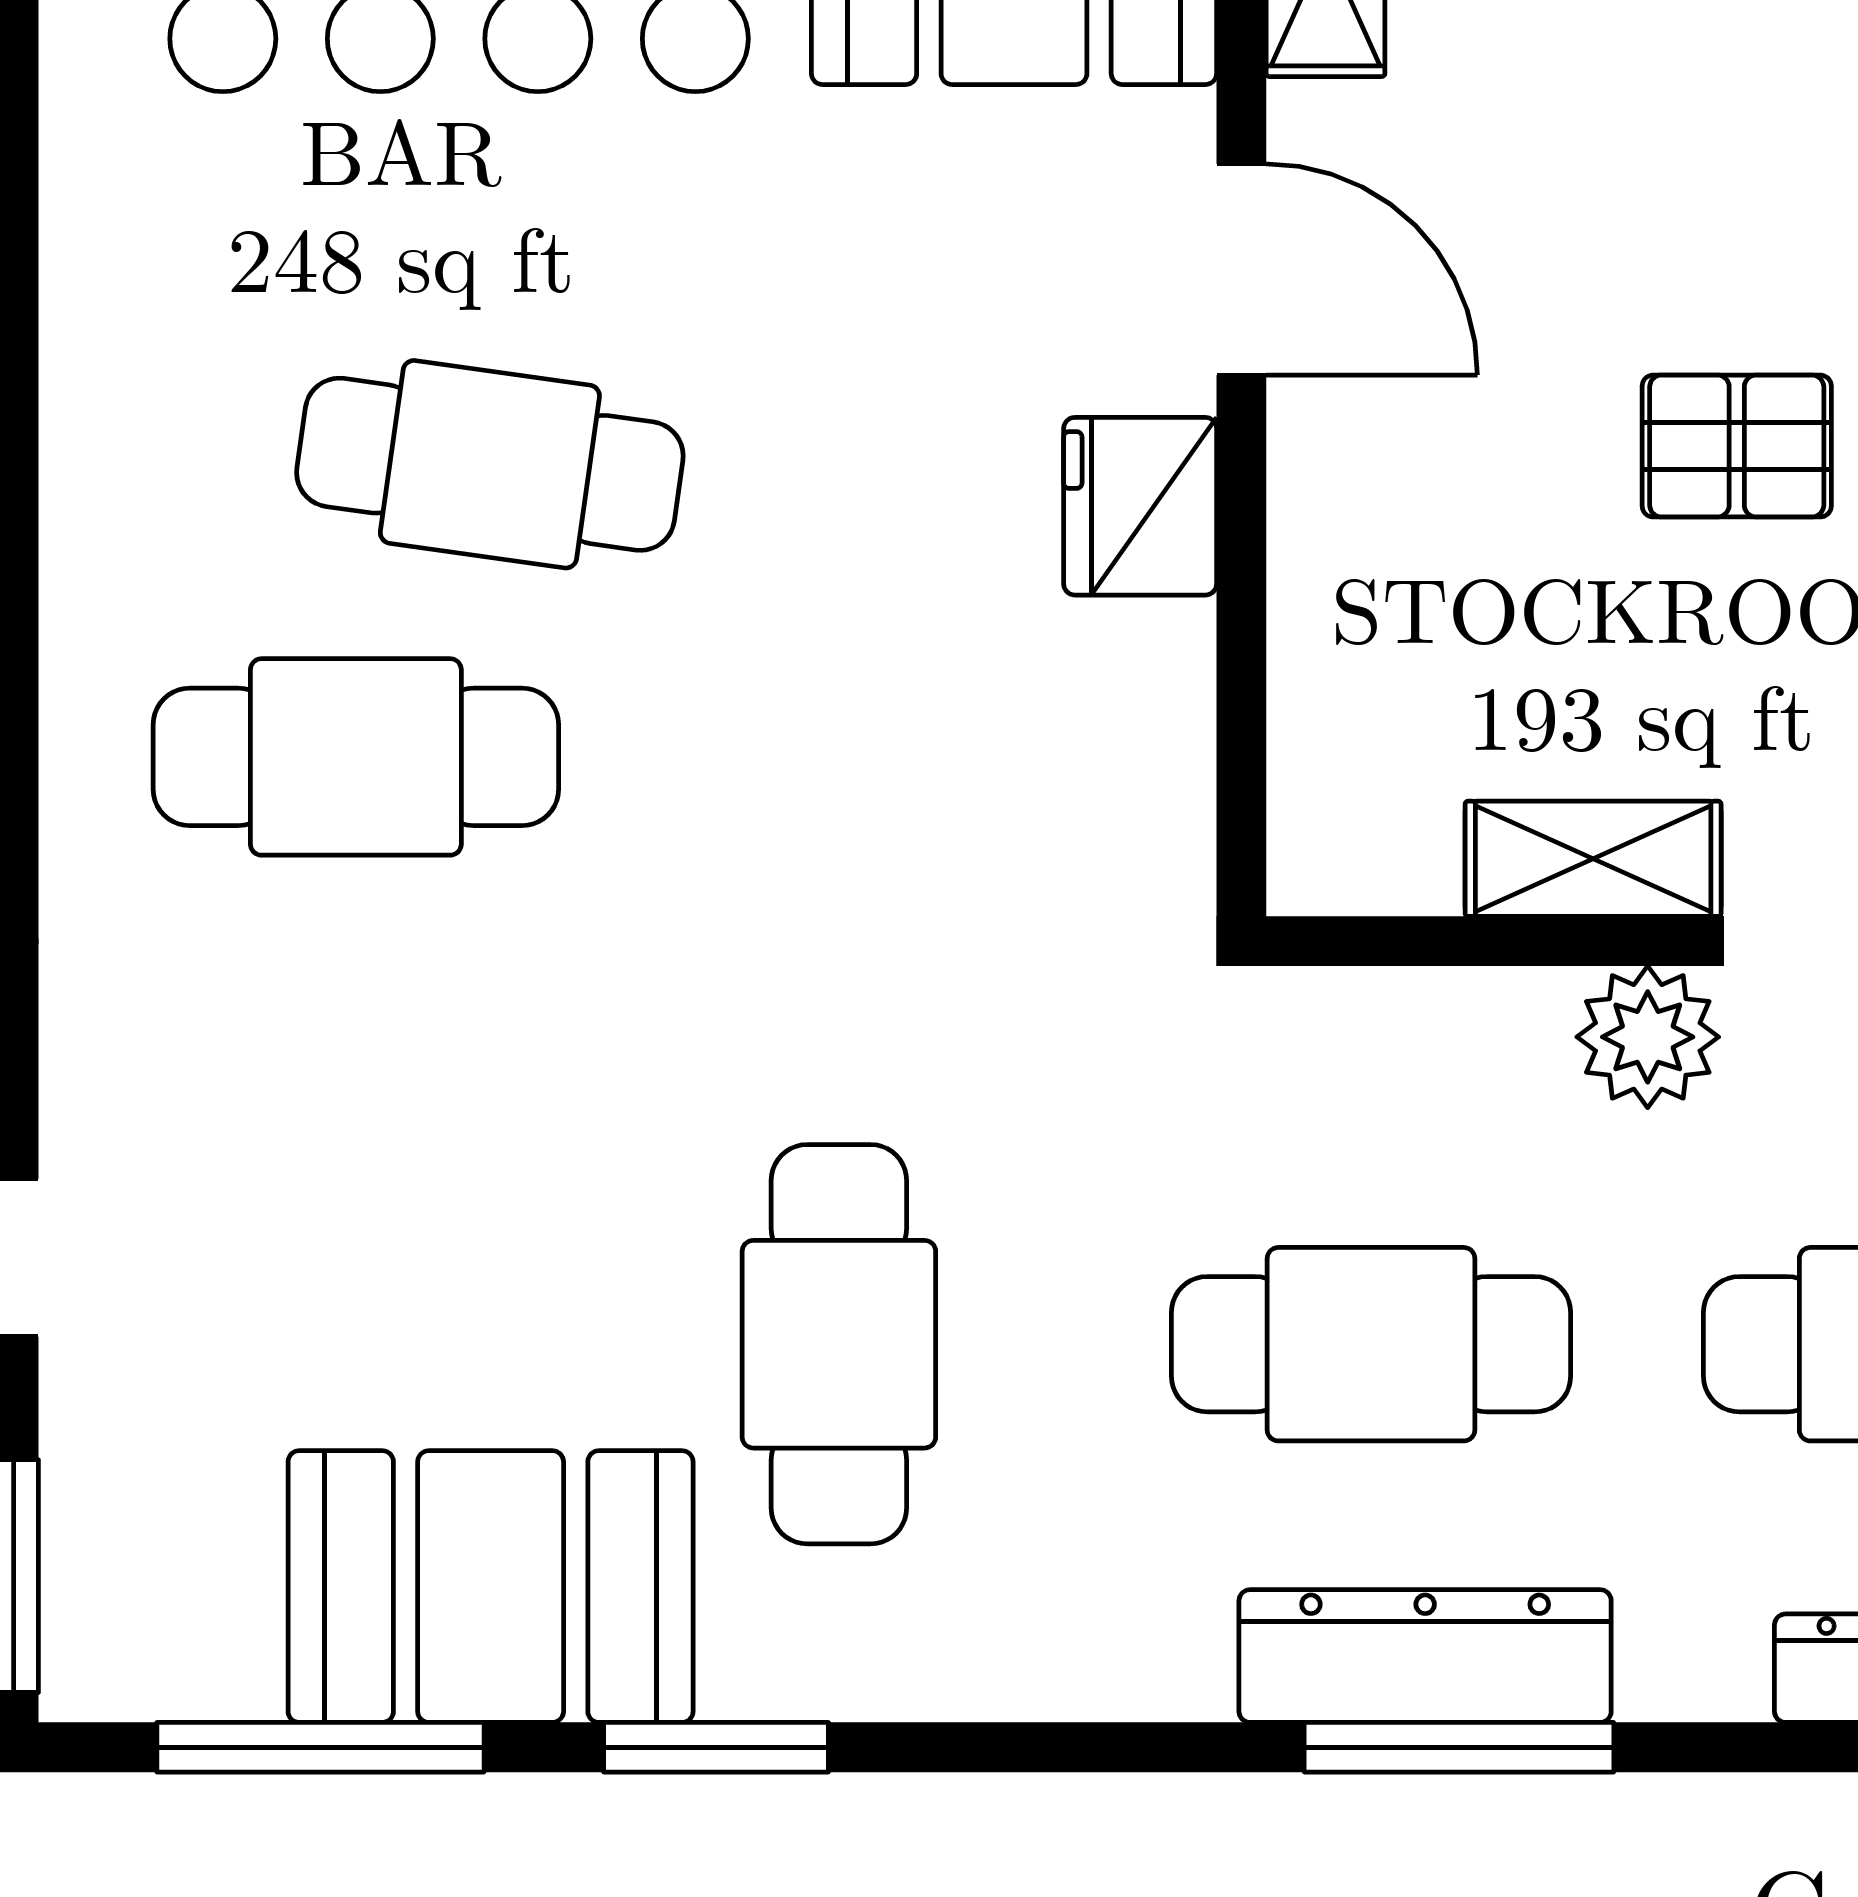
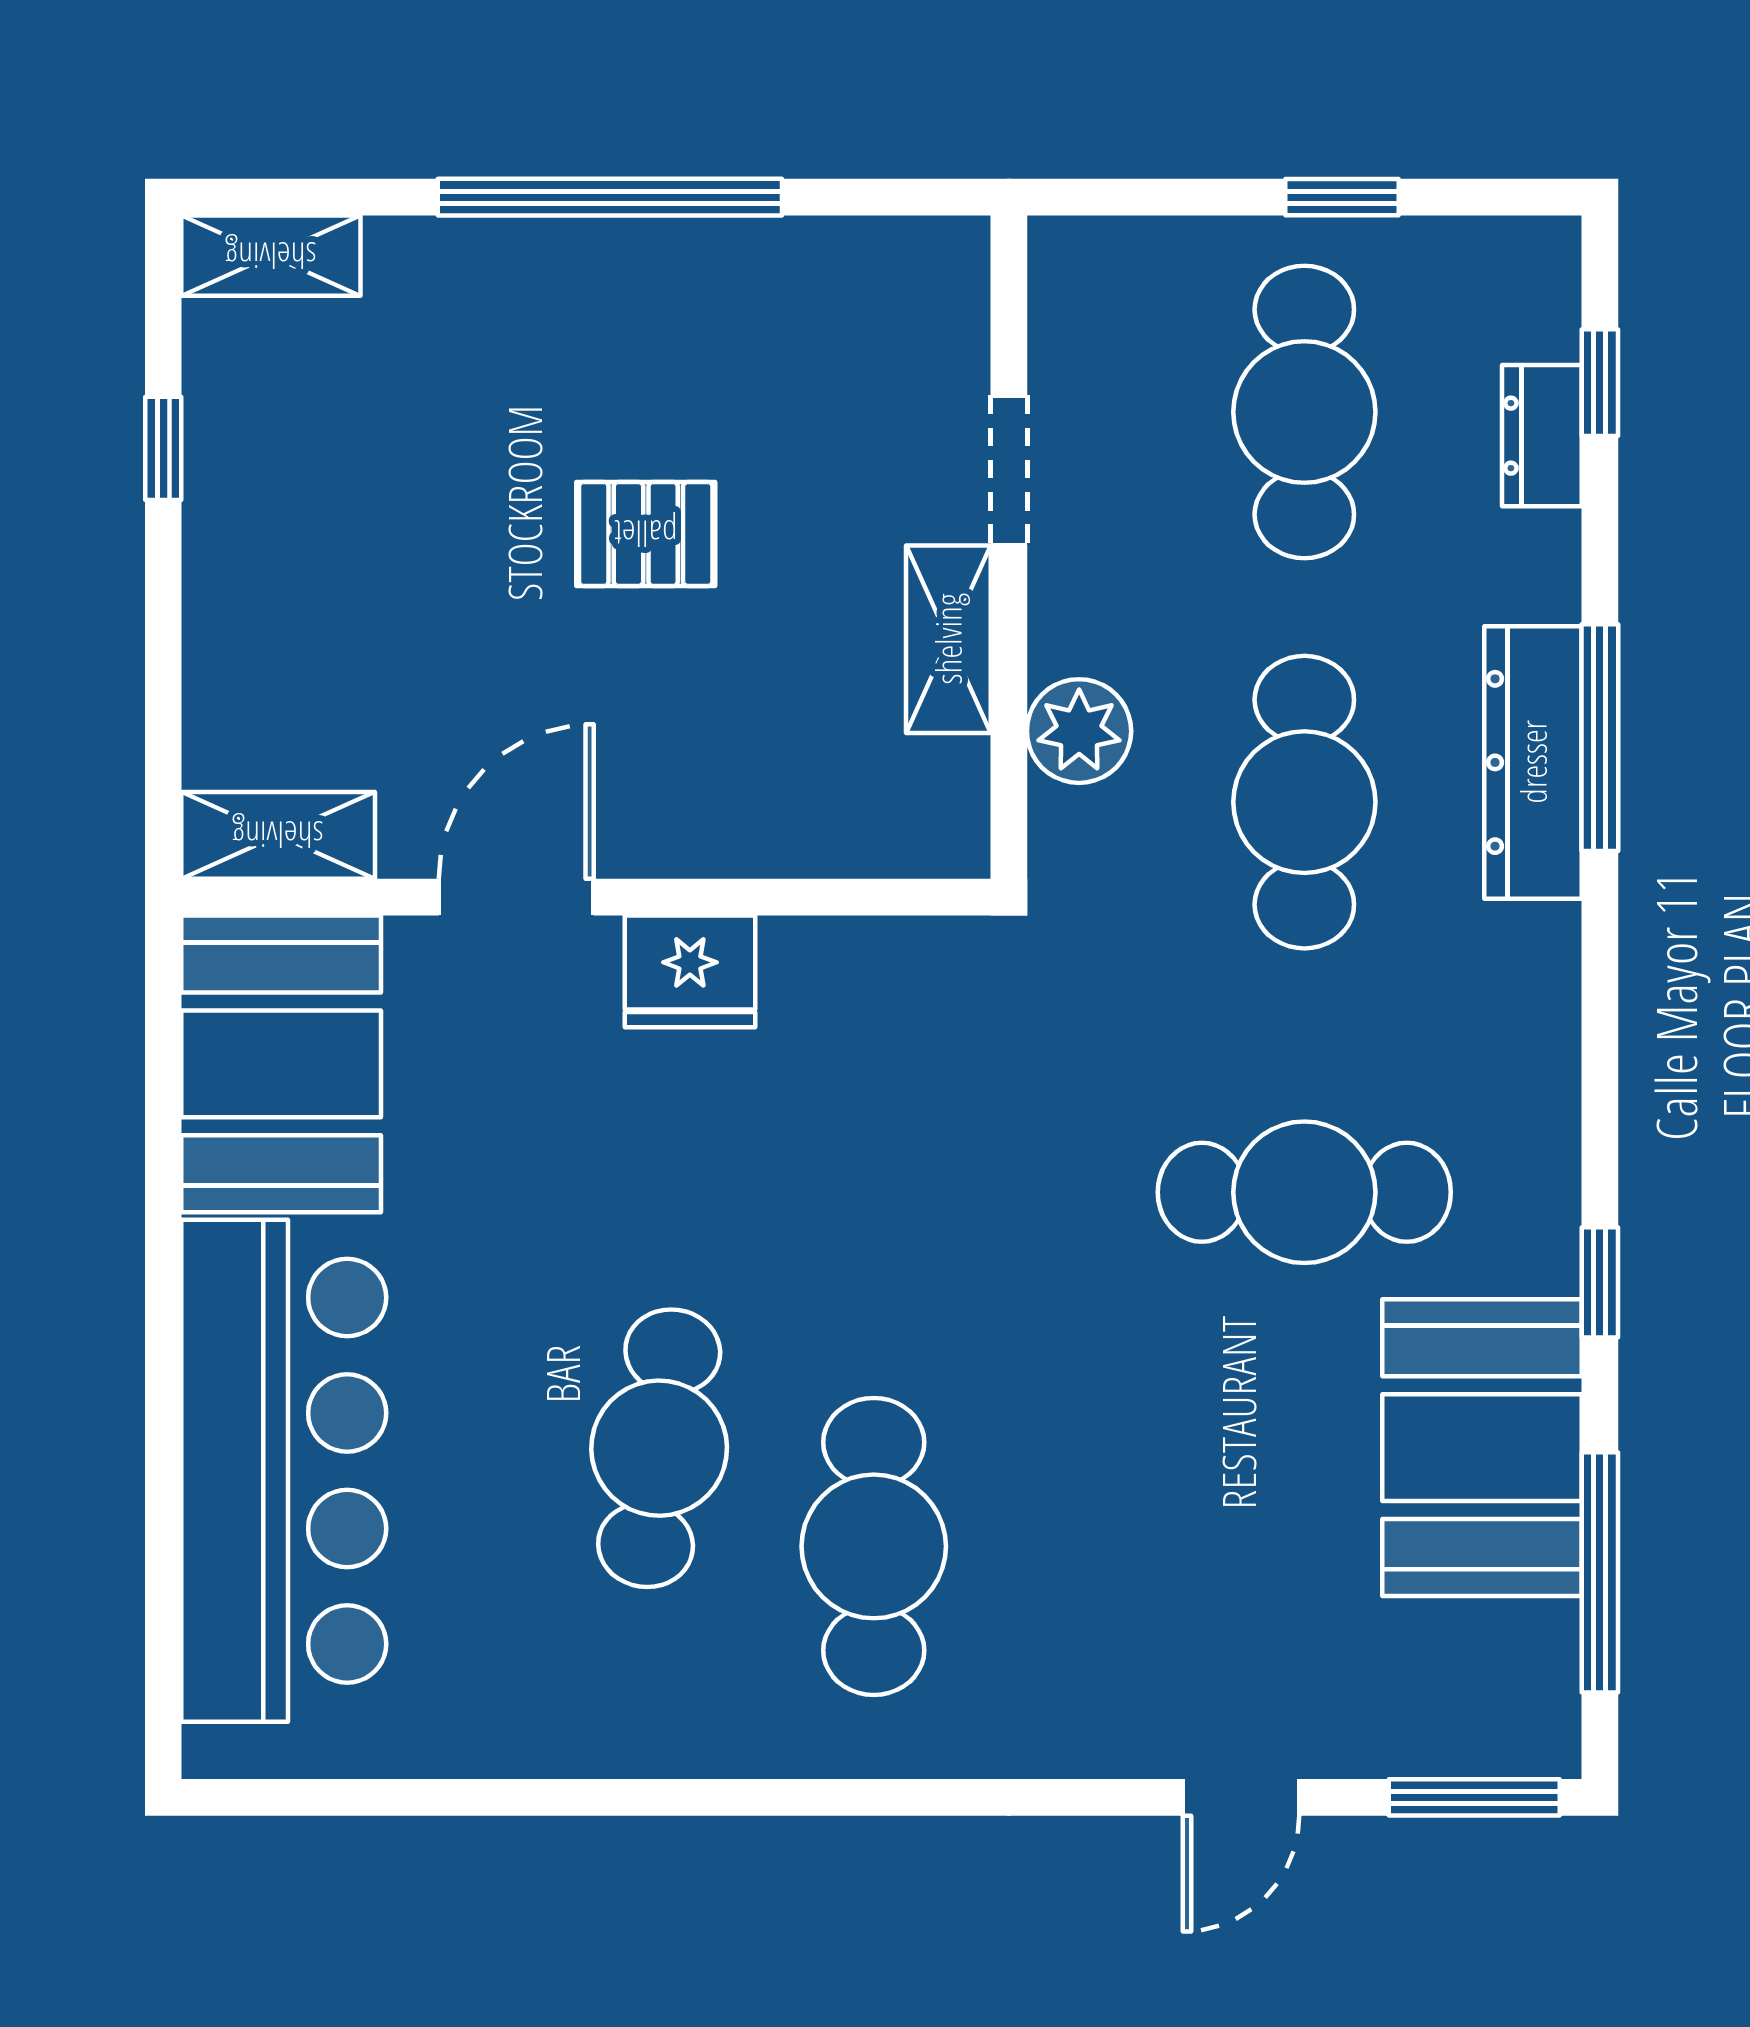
pallet: (1737, 446) -> (646, 534), turned 90
plant: (1648, 1037) -> (1079, 731), moved
window: (716, 1747) -> (1600, 1282), width x0.67

